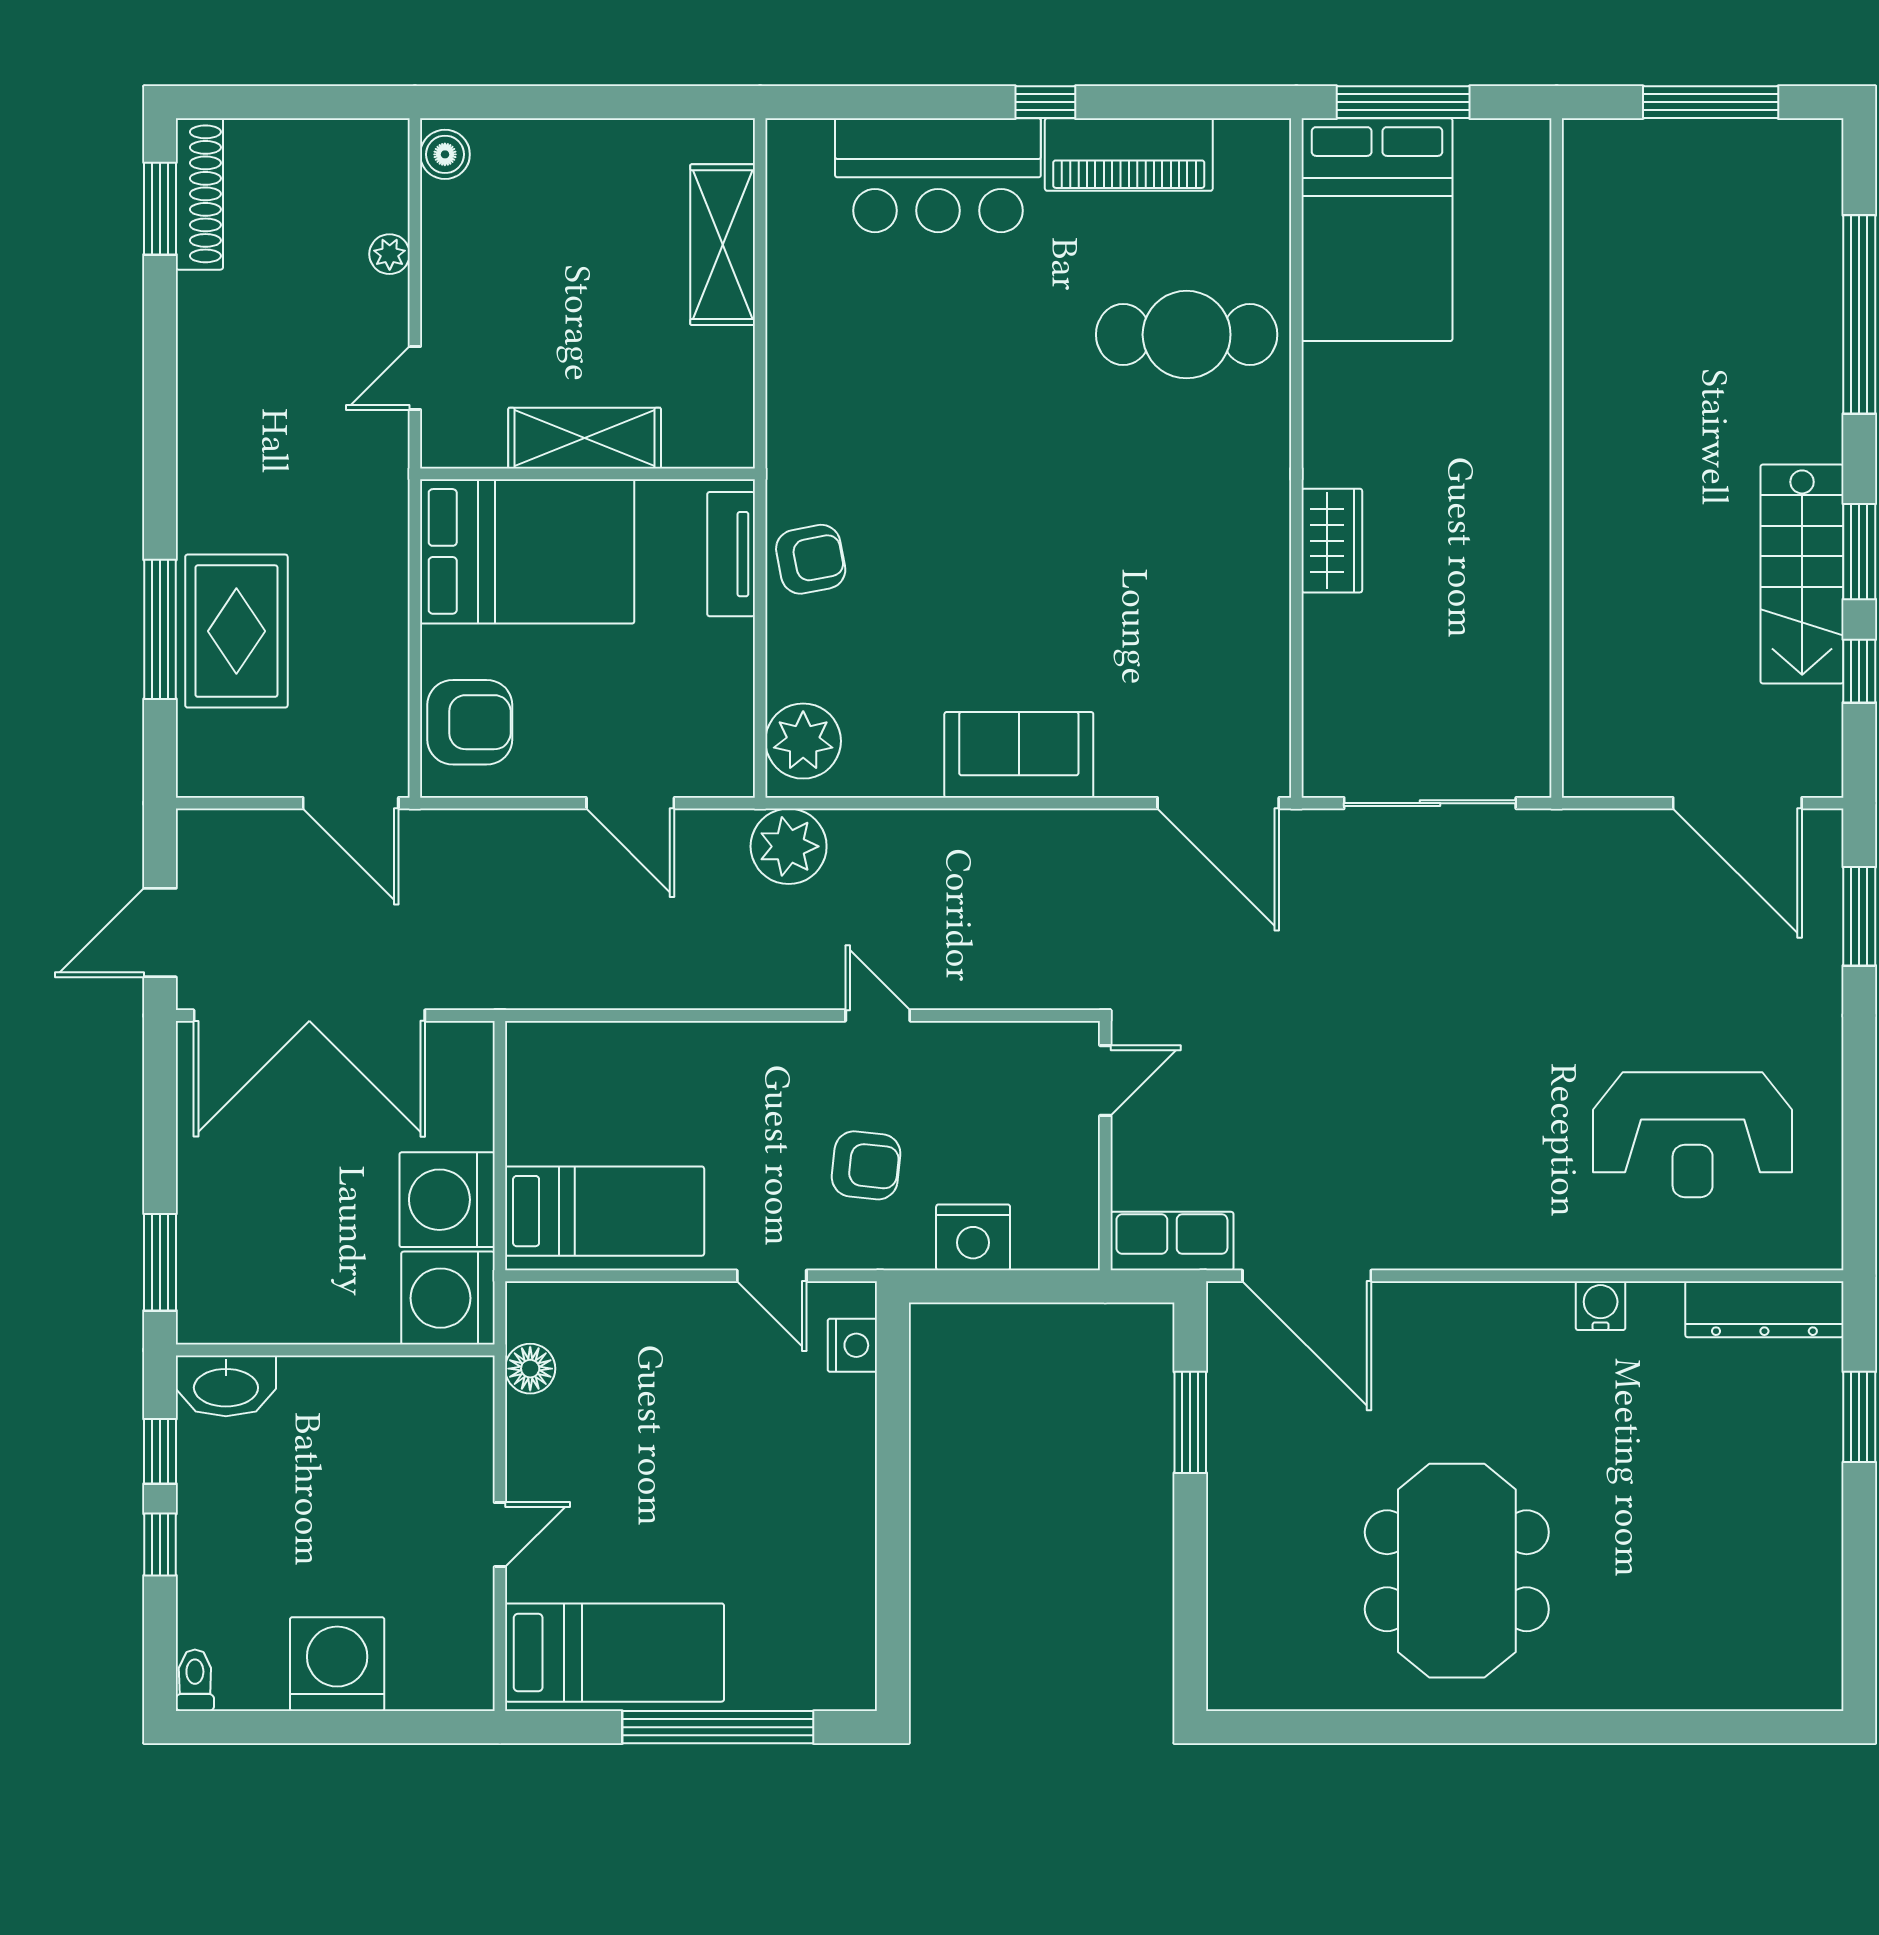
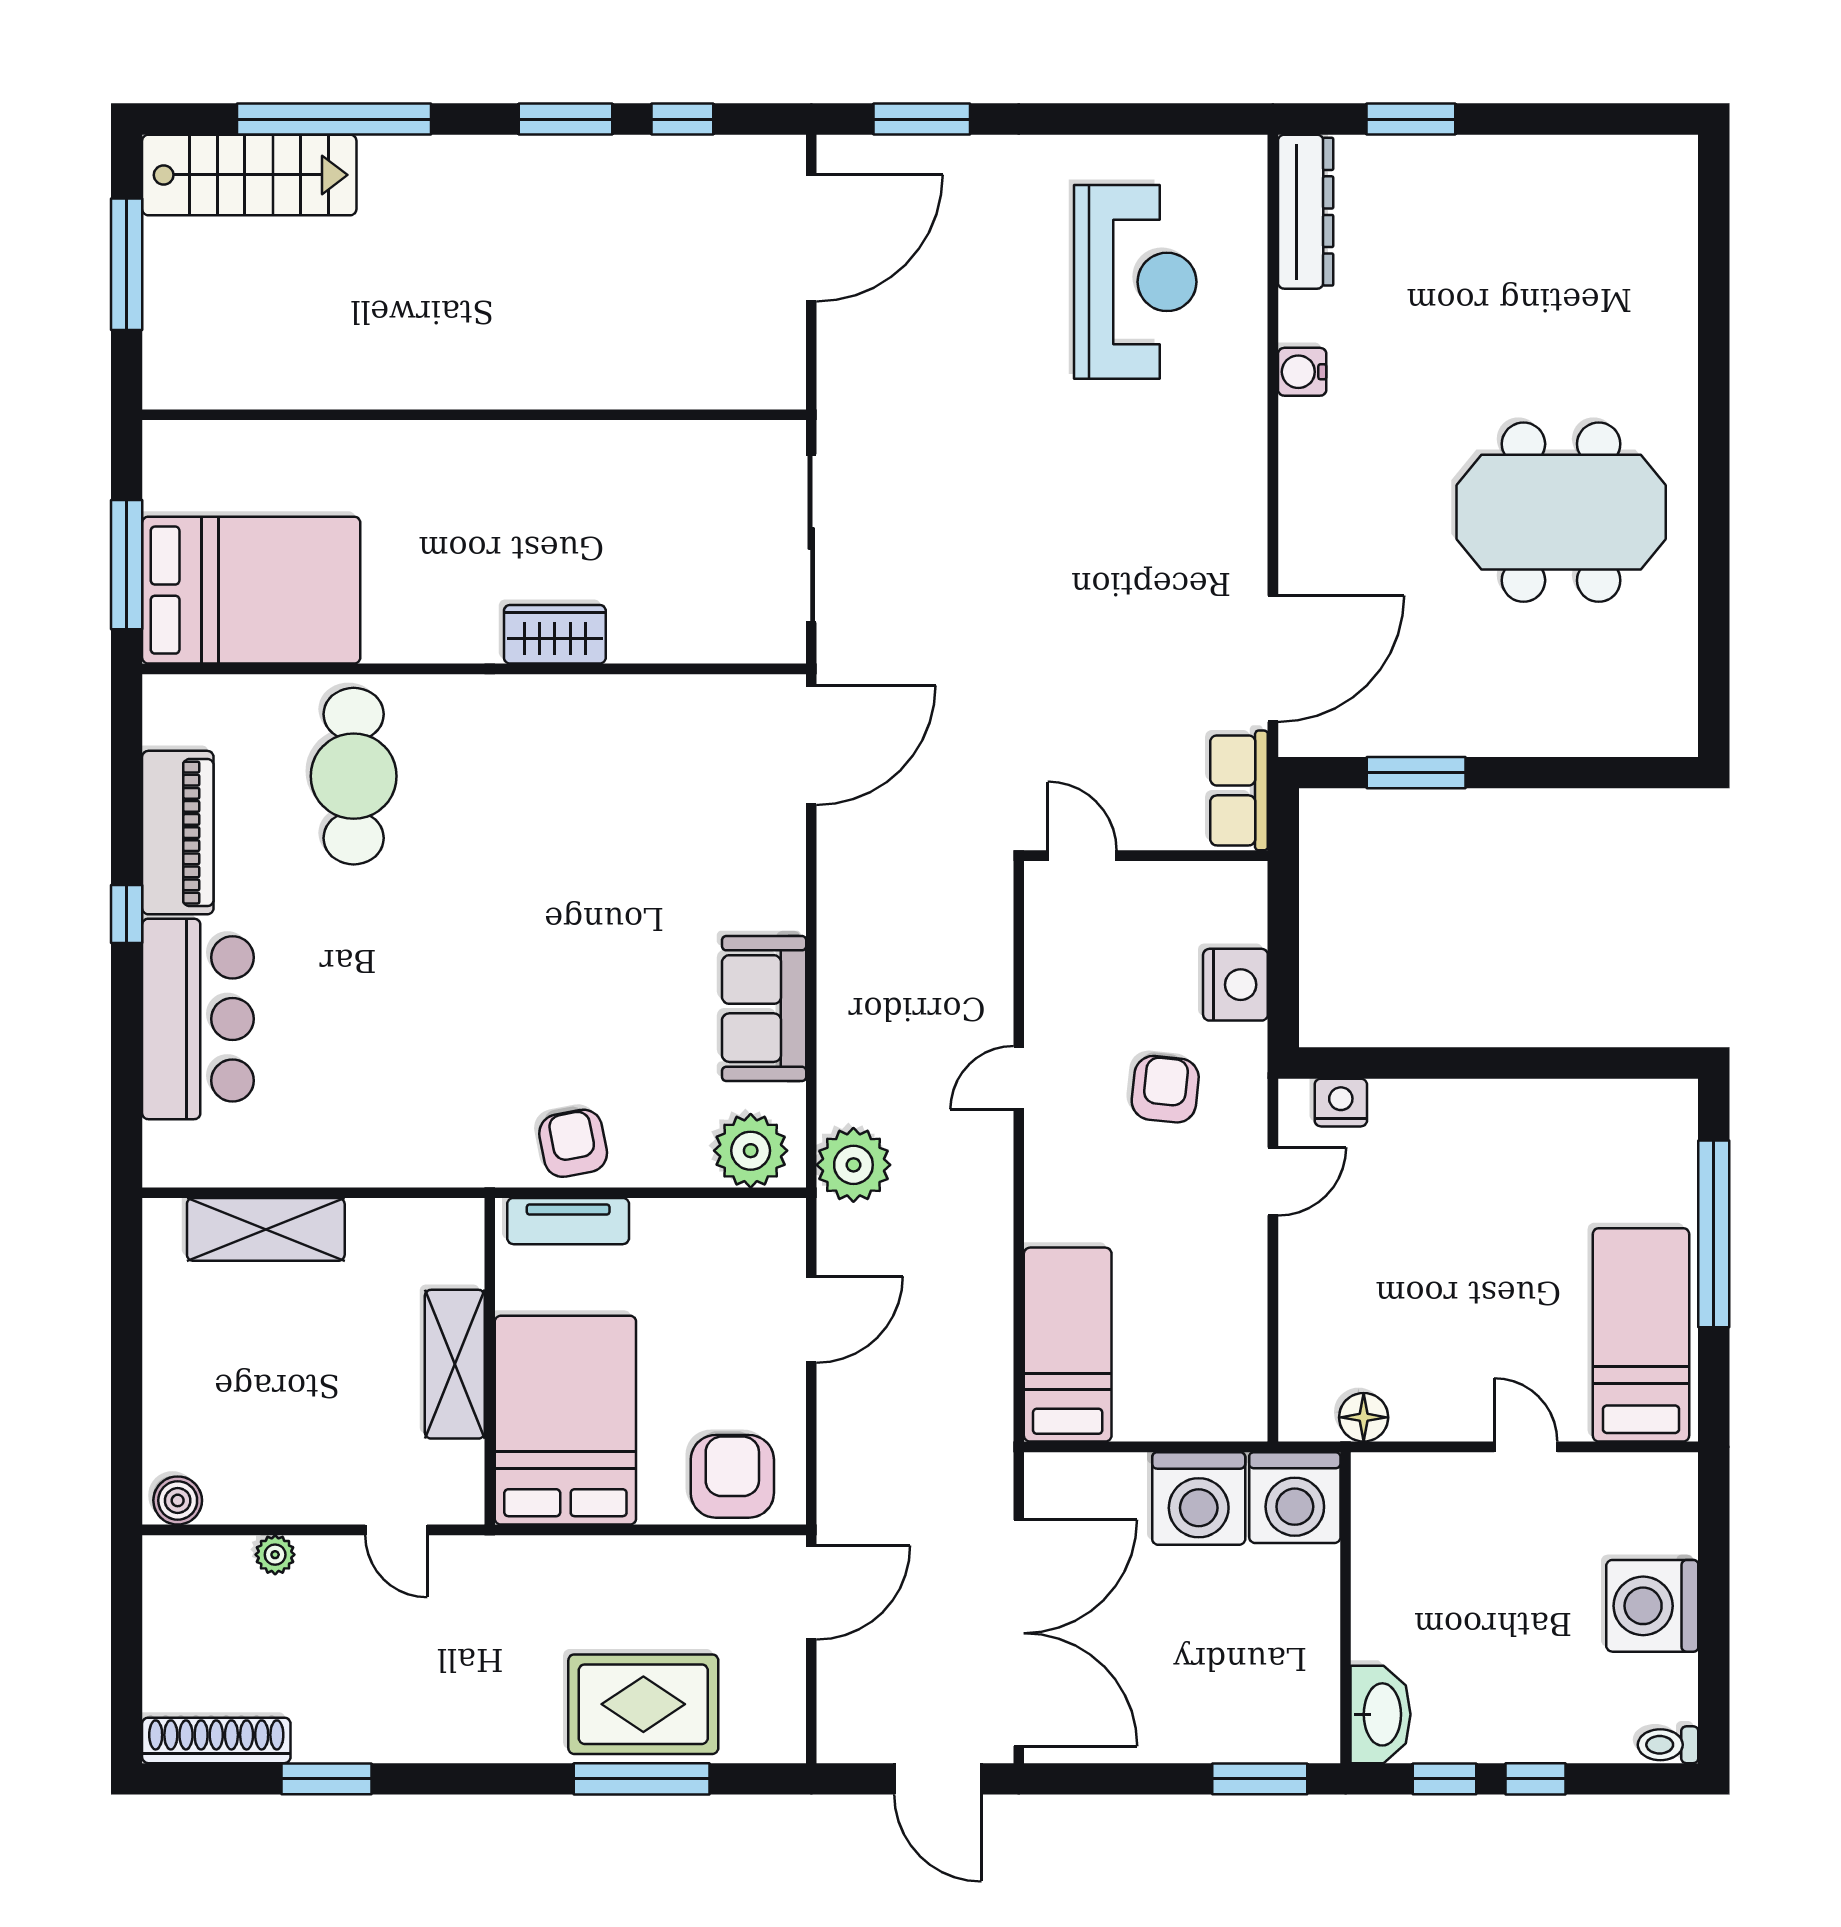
window: (160, 209) -> (326, 1779), moved
stairs: (1802, 574) -> (249, 175), moved
sofa: (1019, 755) -> (764, 1009), moved
bed: (605, 1211) -> (1068, 1345), moved

